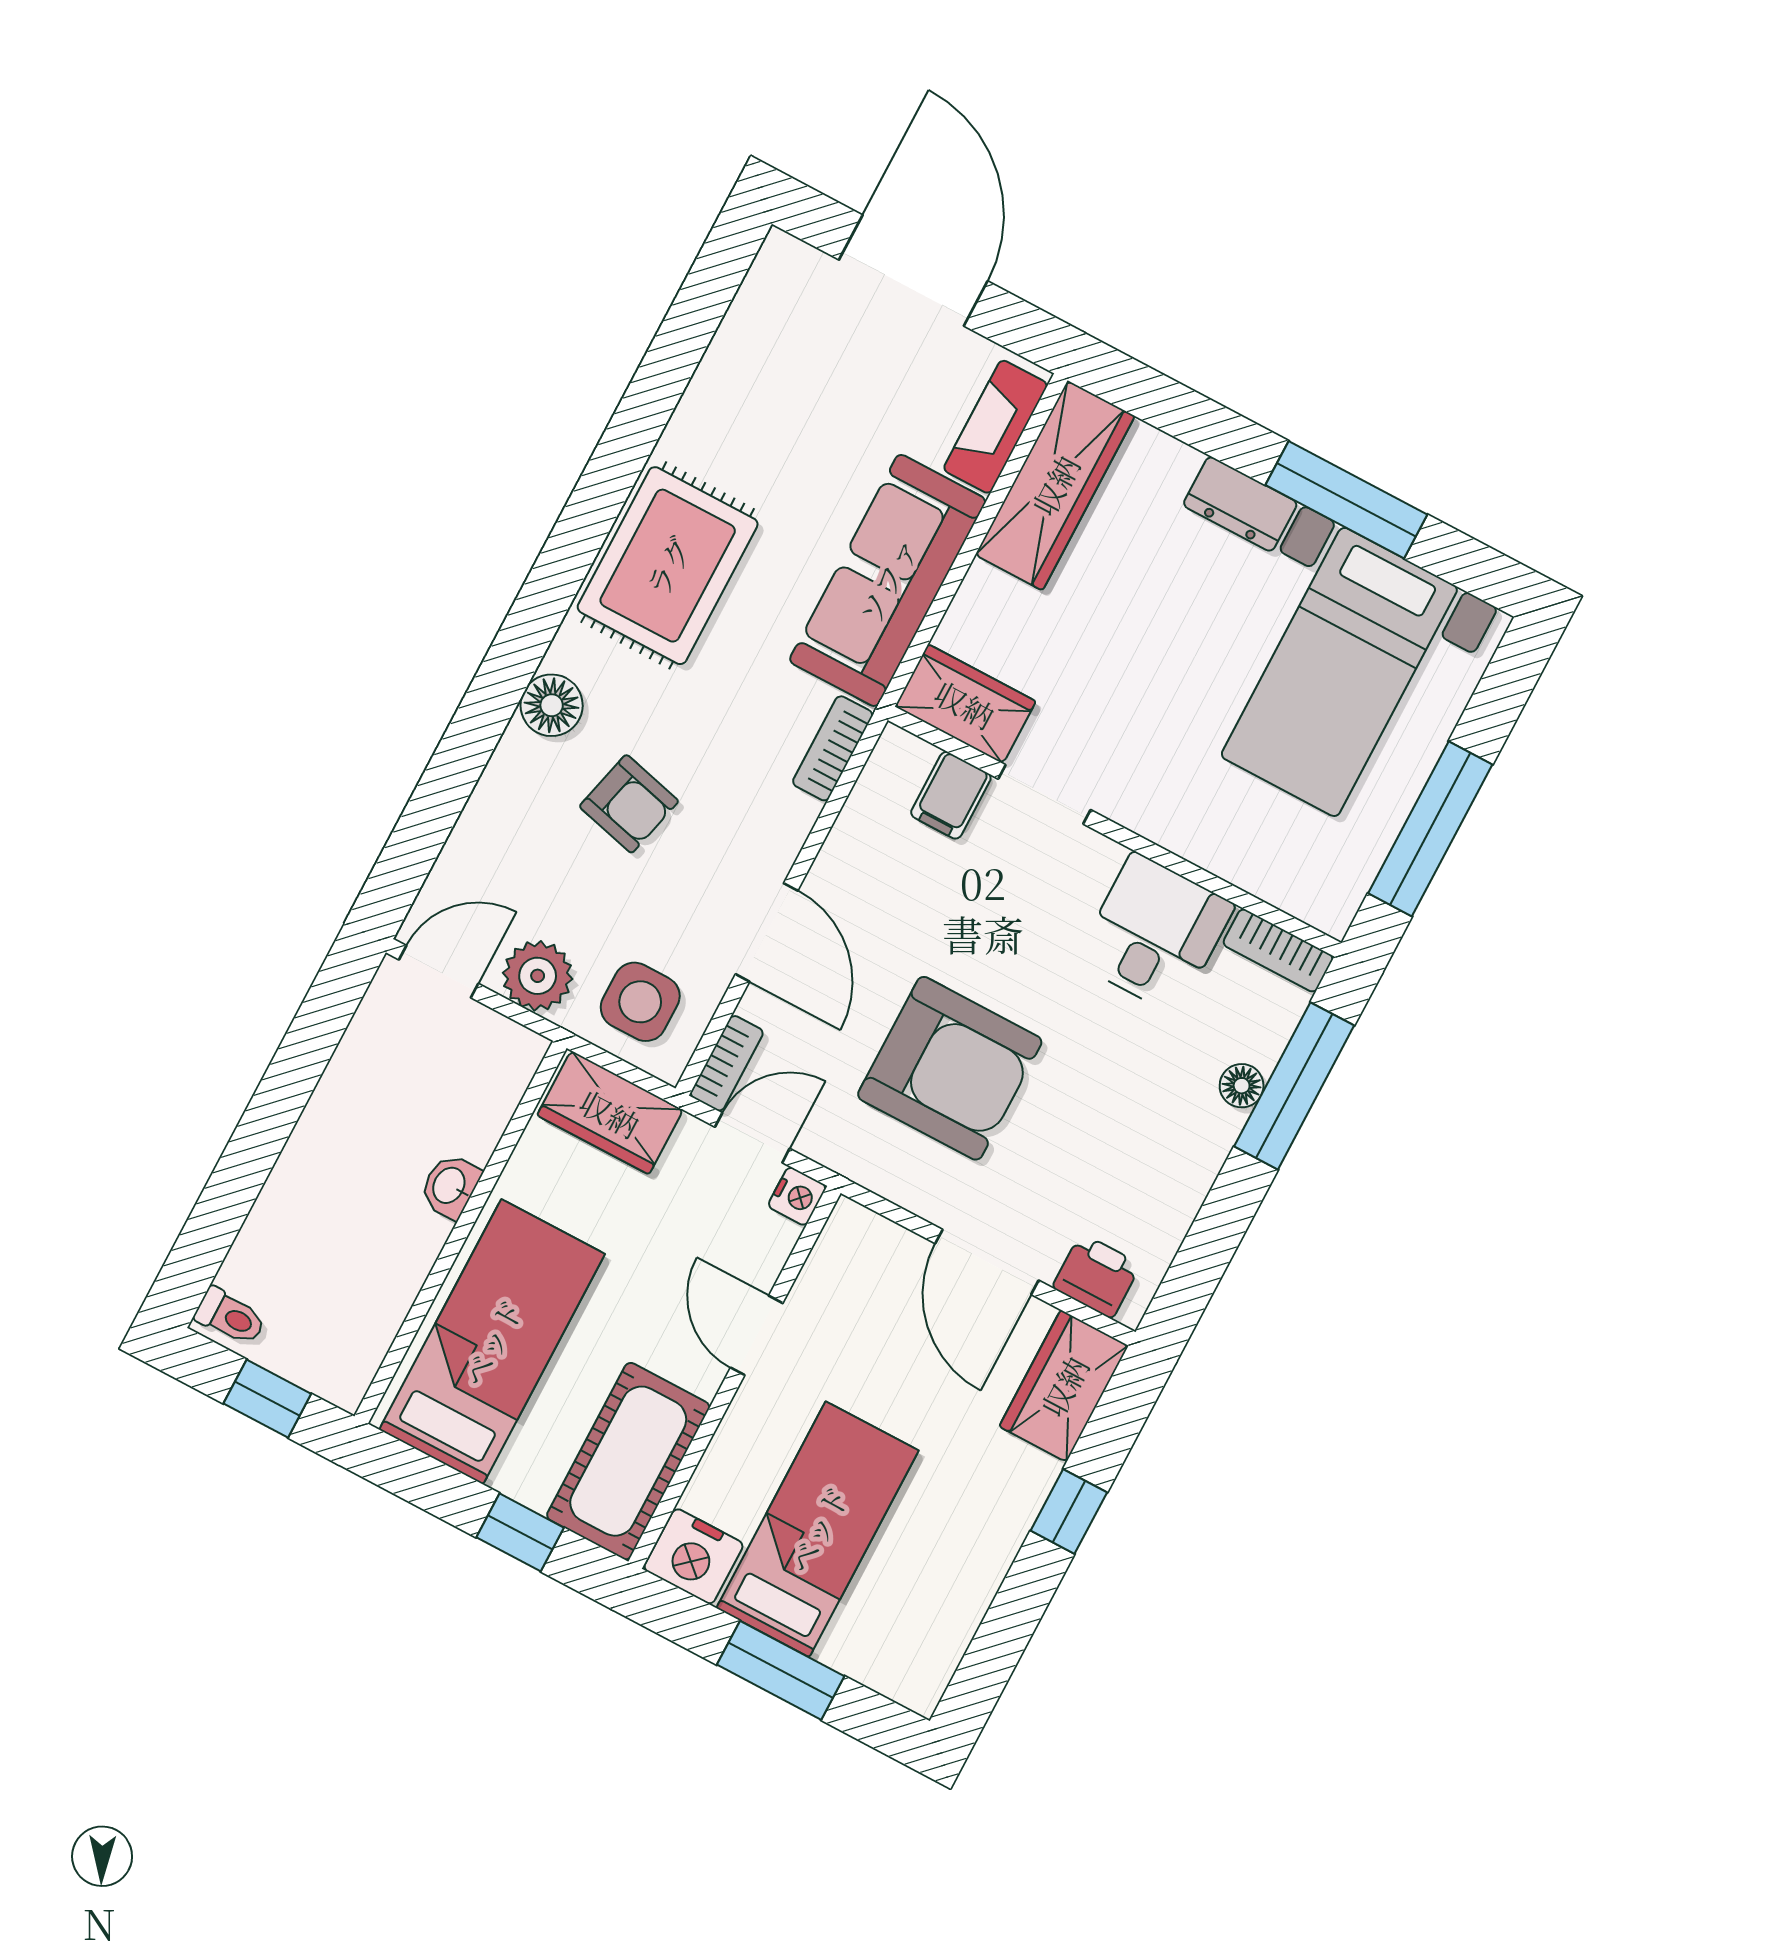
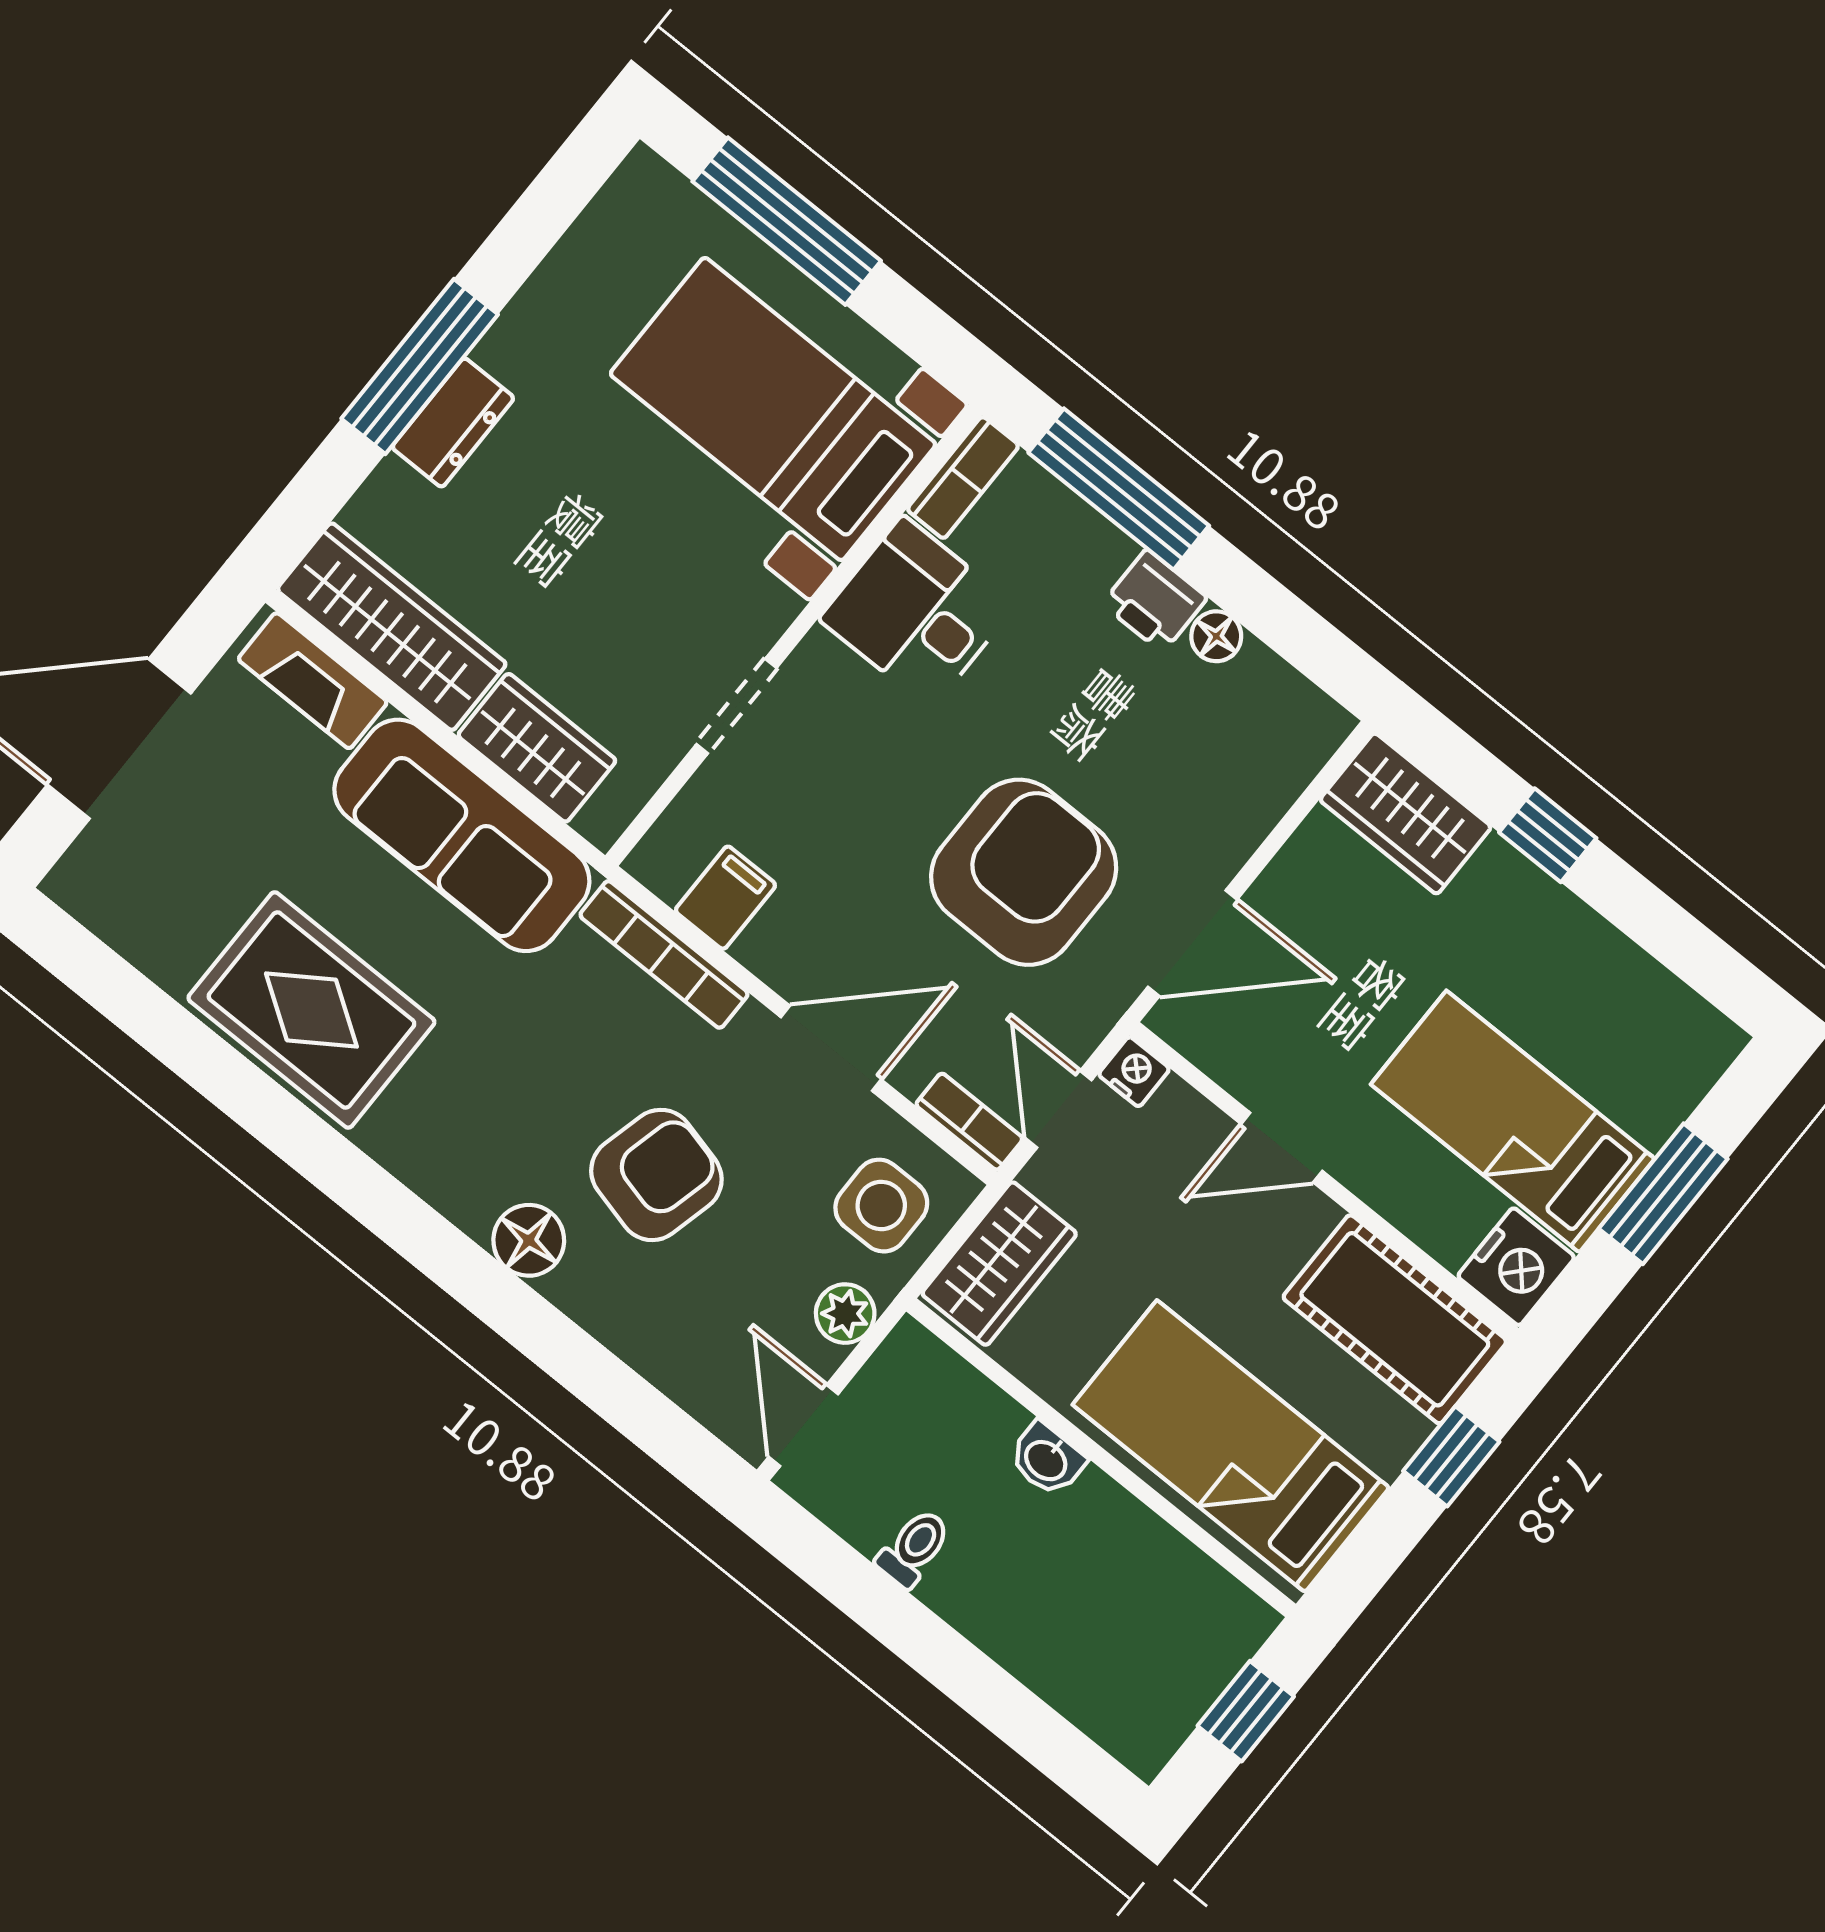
window: (1346, 500) -> (420, 367), moved
rug: (668, 566) -> (311, 1010), moved
bed with nightstands: (1339, 672) -> (773, 409), moved, turned 180
wardrobe: (965, 704) -> (537, 748), moved, turned 90
bookcase: (833, 748) -> (664, 954), width x1.56
filing cabinet: (951, 795) -> (725, 898), moved, turned -90
armchair: (629, 804) -> (656, 1175), width x1.38, depth x1.38
window: (1430, 829) -> (787, 221), moved
plant: (538, 976) -> (845, 1314), width x0.73, depth x0.73
floor lamp: (1242, 1086) -> (1216, 636), moved
door: (987, 1262) -> (1192, 943), moved
printer: (1096, 1276) -> (1155, 601), moved, turned -90
toilet: (230, 1317) -> (914, 1548), moved

